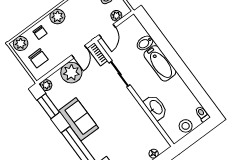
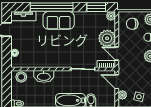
sofa: (78, 119) -> (59, 20), moved
stool: (186, 126) -> (21, 77), moved

